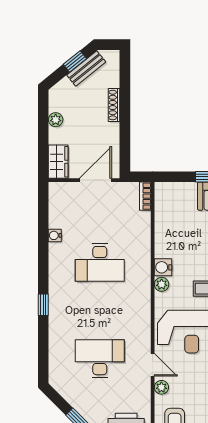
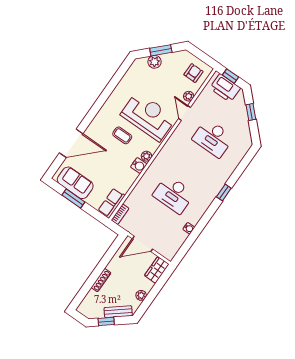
bench: (86, 68) -> (118, 312), moved
row of seats: (164, 202) -> (111, 203), added
desk: (100, 262) -> (174, 194), turned 180

